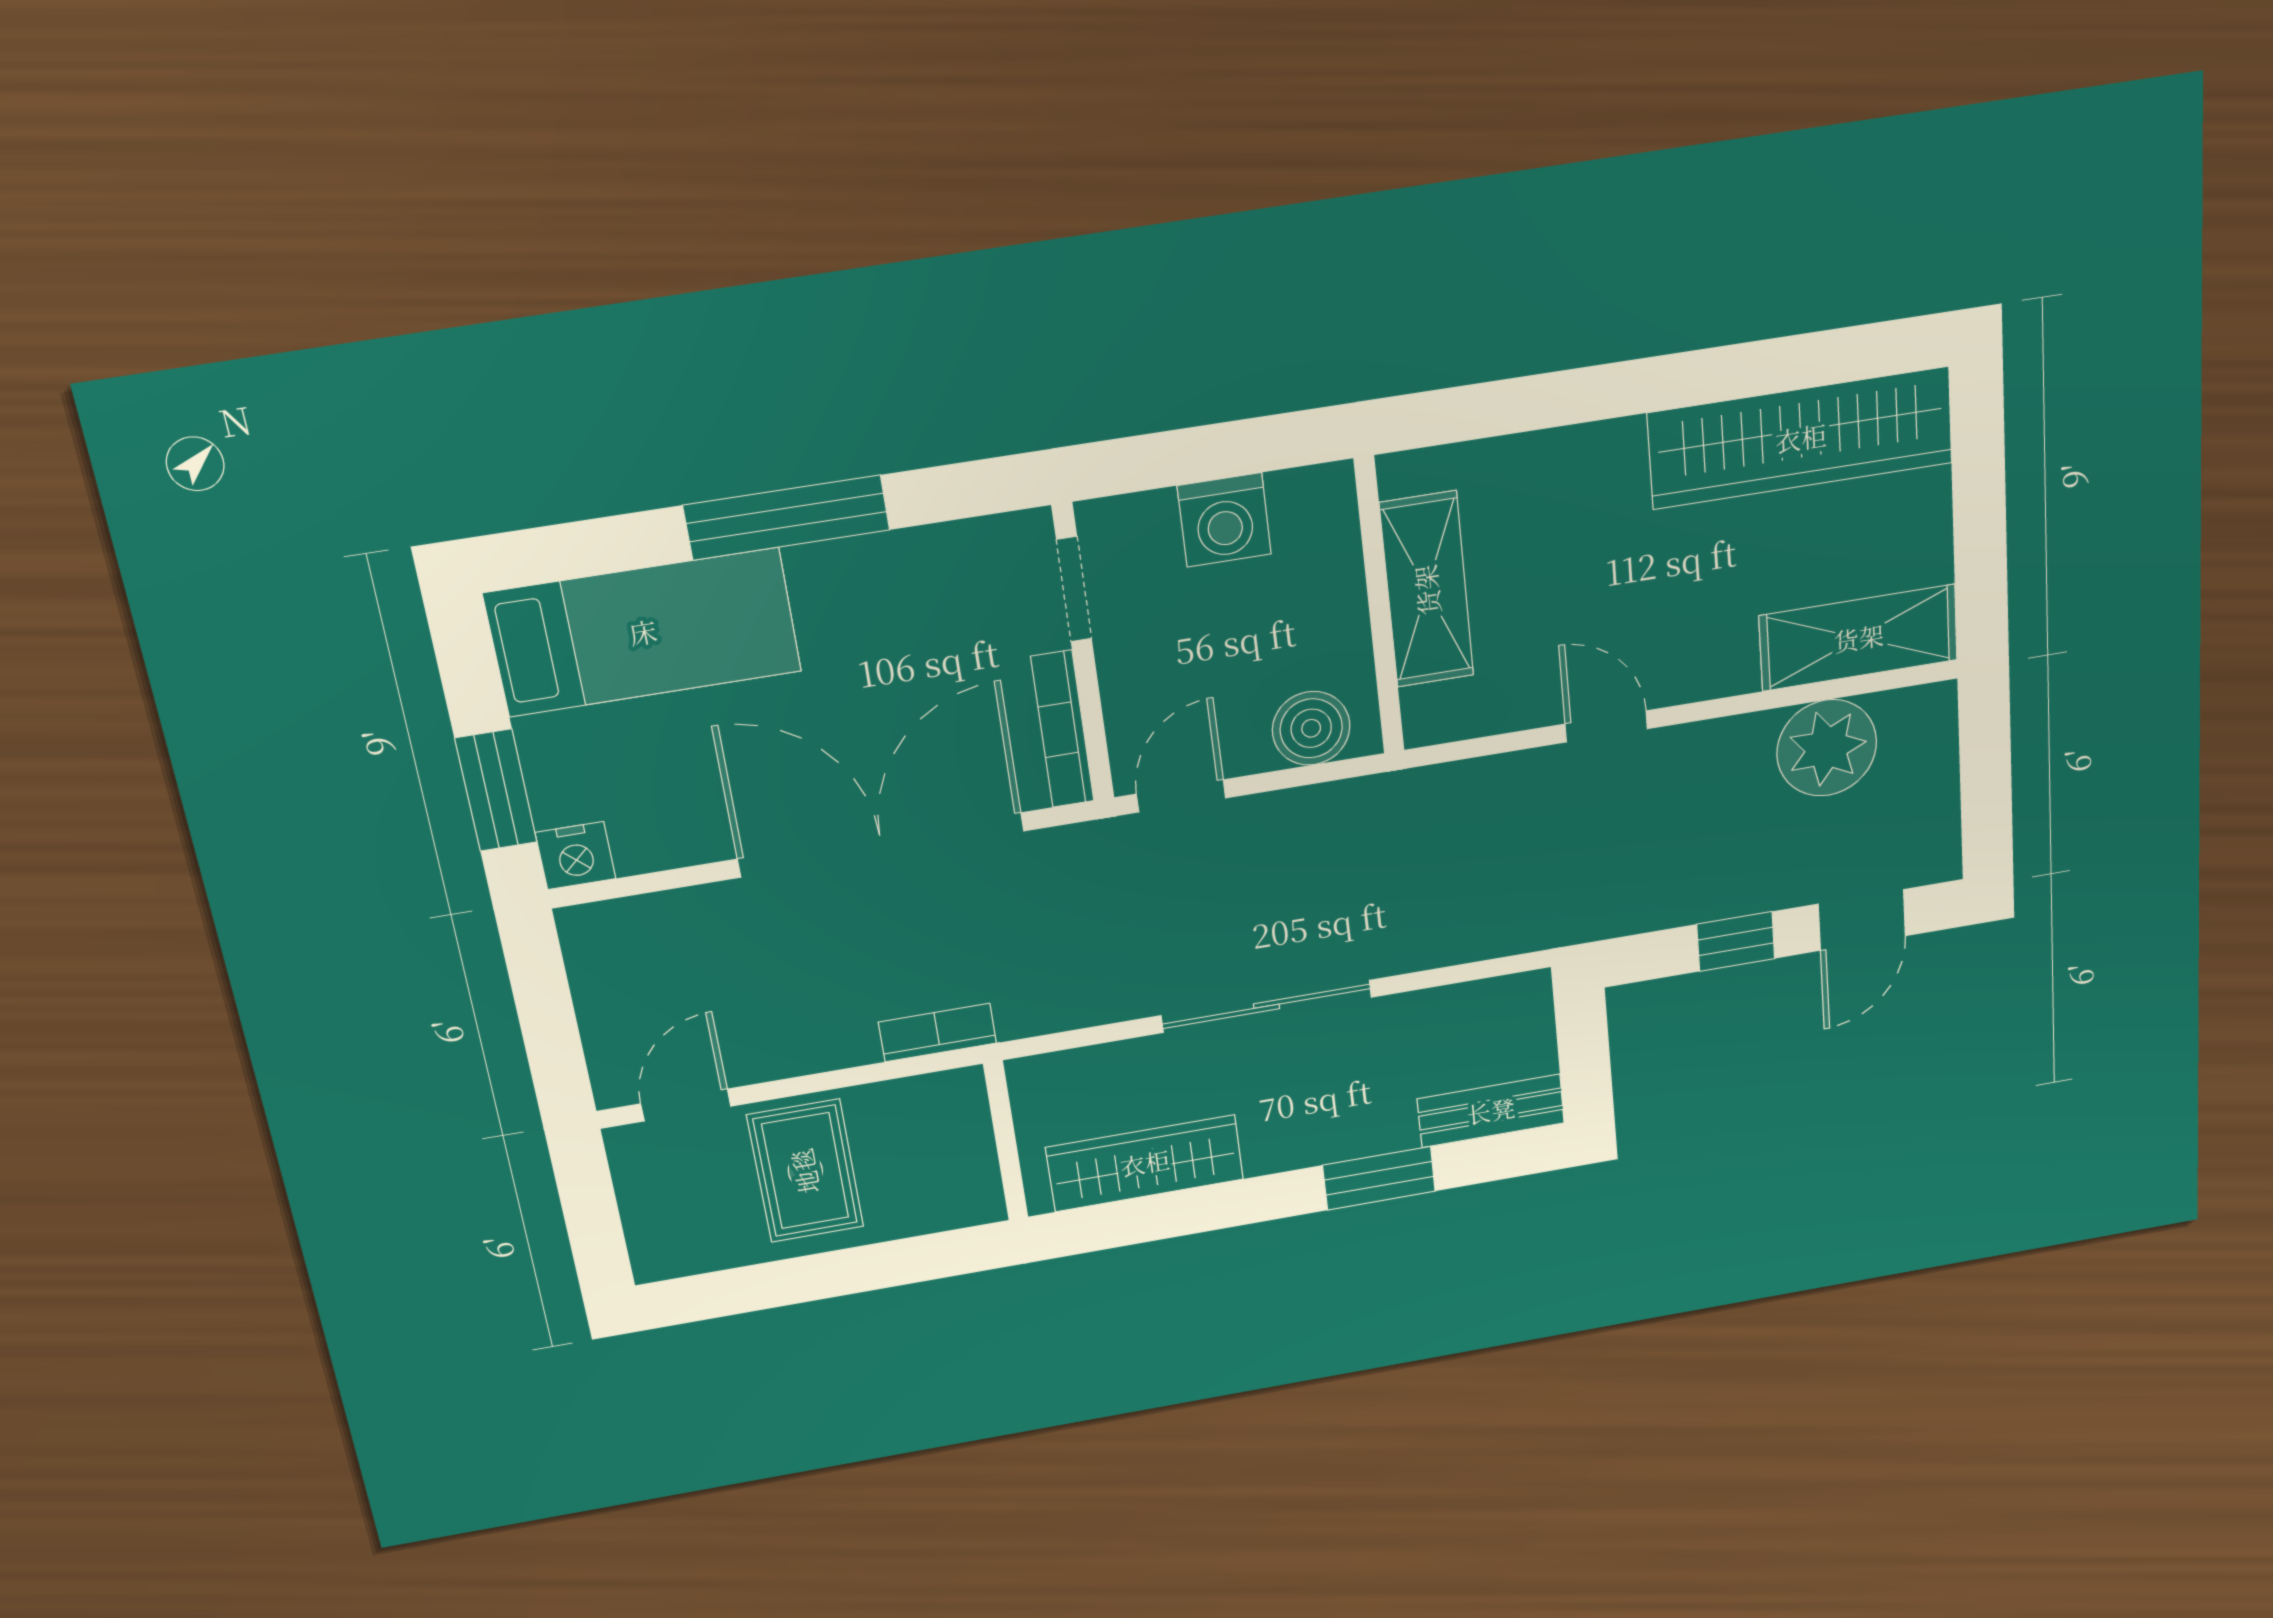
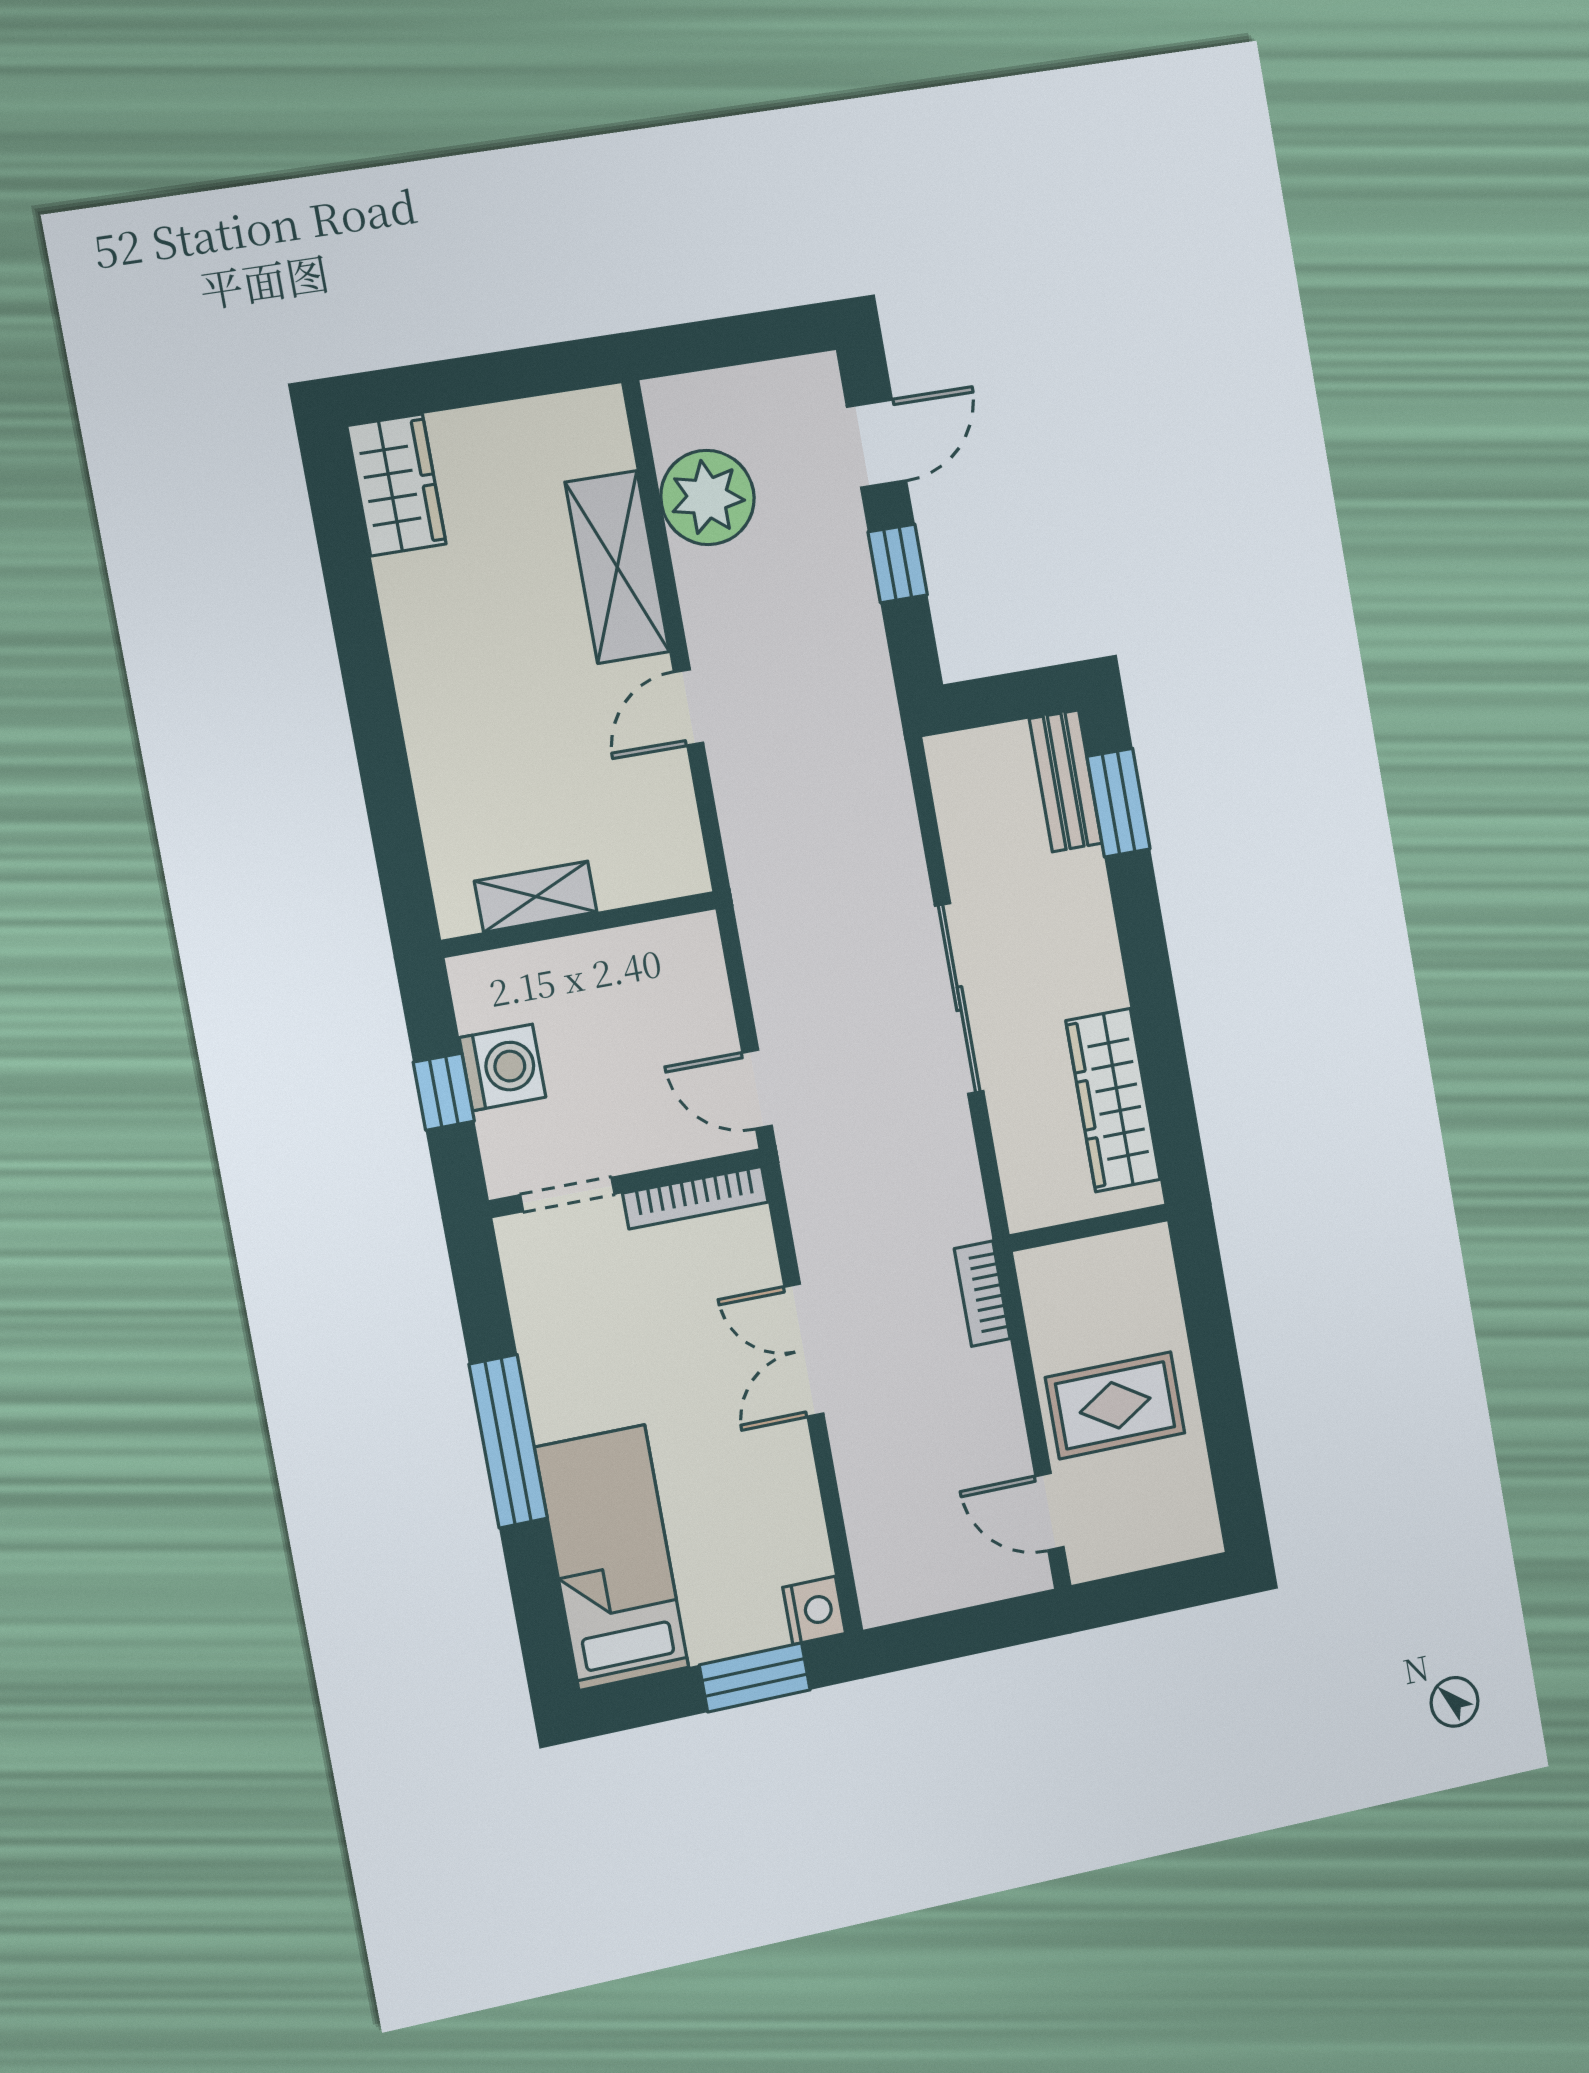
wardrobe: (1801, 438) -> (396, 485), width x0.48, depth x0.85
window: (1201, 454) -> (444, 1092), added
shelving: (1427, 590) -> (536, 897), width x0.67, depth x0.75
shelving: (1859, 638) -> (617, 567), moved
boiler: (1311, 728) -> (693, 977), removed
double door: (881, 845) -> (804, 1350), width x0.54
door: (1862, 920) -> (877, 444), hinge flipped
window: (1379, 1178) -> (1118, 803), moved

